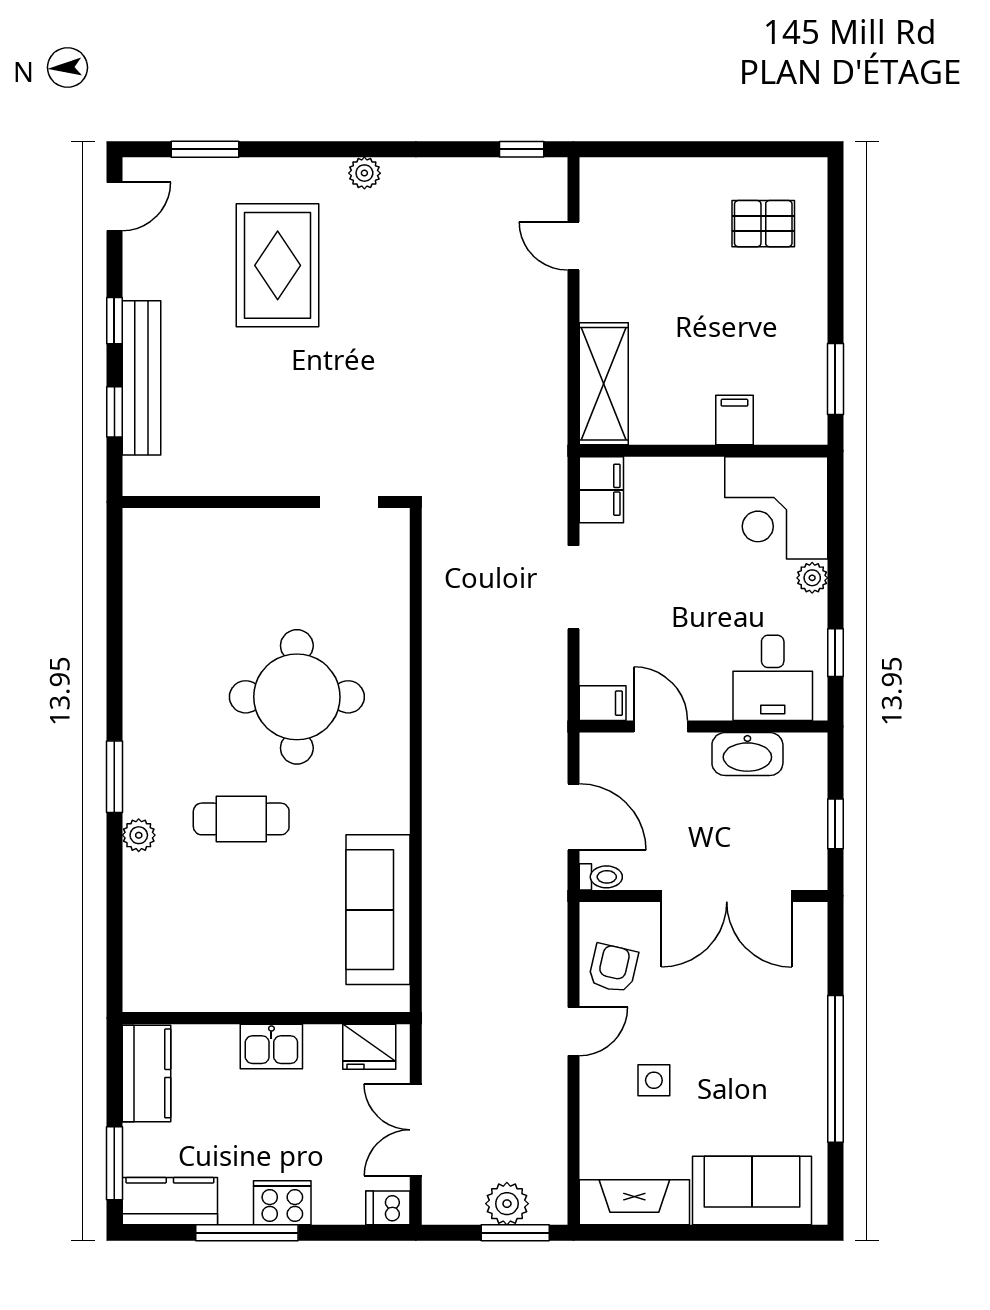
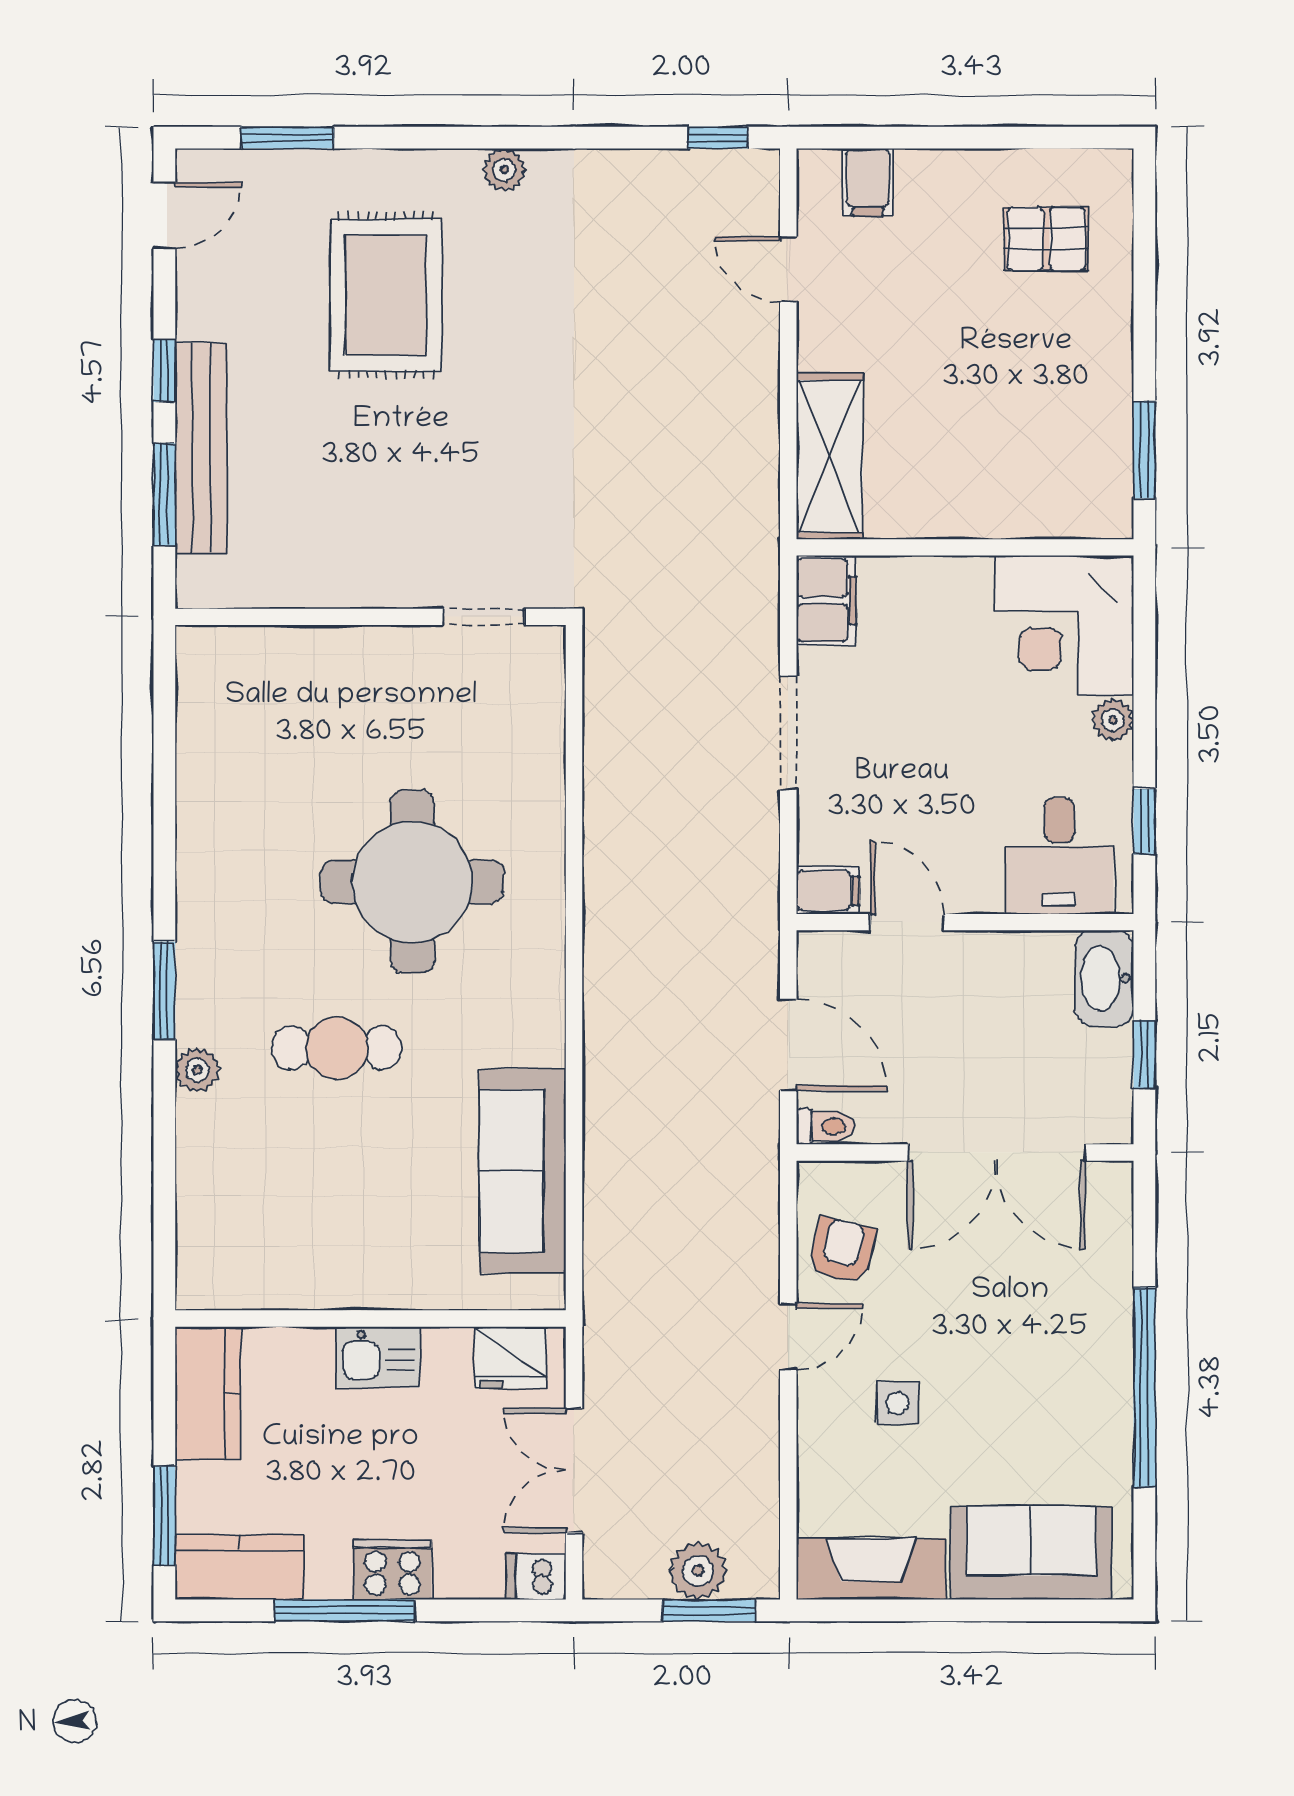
window: (114, 412) -> (164, 495), width x1.50
filing cabinet: (734, 420) -> (868, 182), moved, turned 180
washbasin: (747, 754) -> (1104, 978), moved, turned 90

